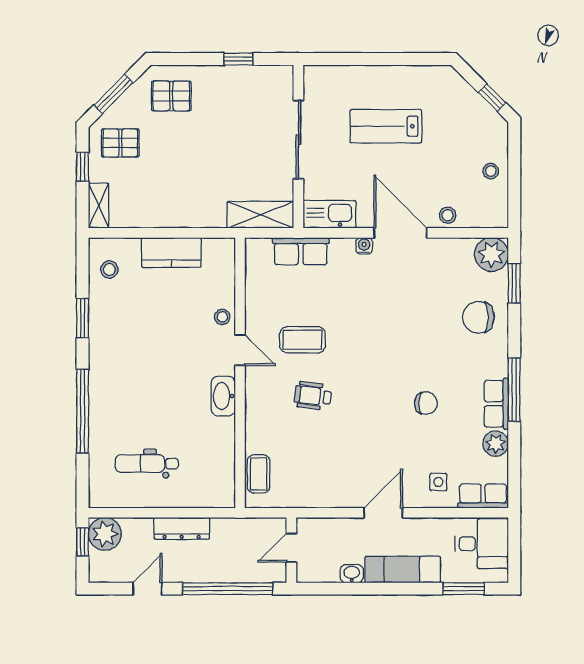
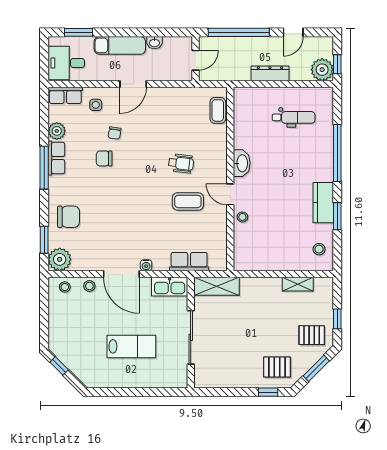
window: (238, 59) -> (268, 392), moved
stool: (491, 171) -> (65, 287), moved
shelving: (99, 206) -> (298, 284), moved, turned 90
kitchen counter: (171, 252) -> (323, 203), moved, turned -90
chair: (411, 440) -> (115, 133), added

